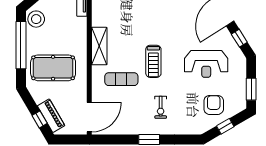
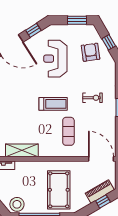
shelving: (99, 46) -> (22, 150), moved
reception desk: (206, 64) -> (55, 59), turned 180
armchair: (214, 105) -> (91, 52), turned 82

